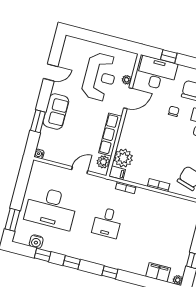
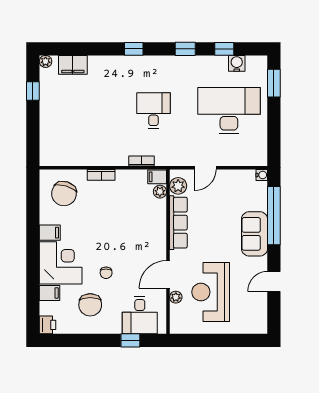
desk: (157, 73) -> (140, 315), width x0.73
window: (38, 121) -> (274, 216), width x2.11
plant: (123, 158) -> (160, 192), width x0.53, depth x0.53

